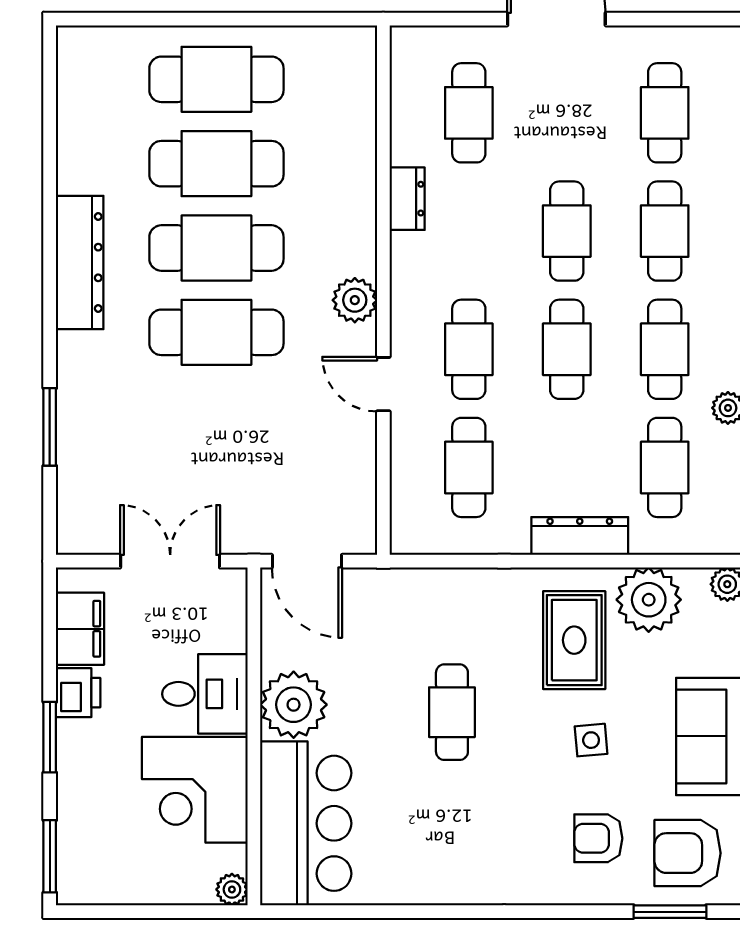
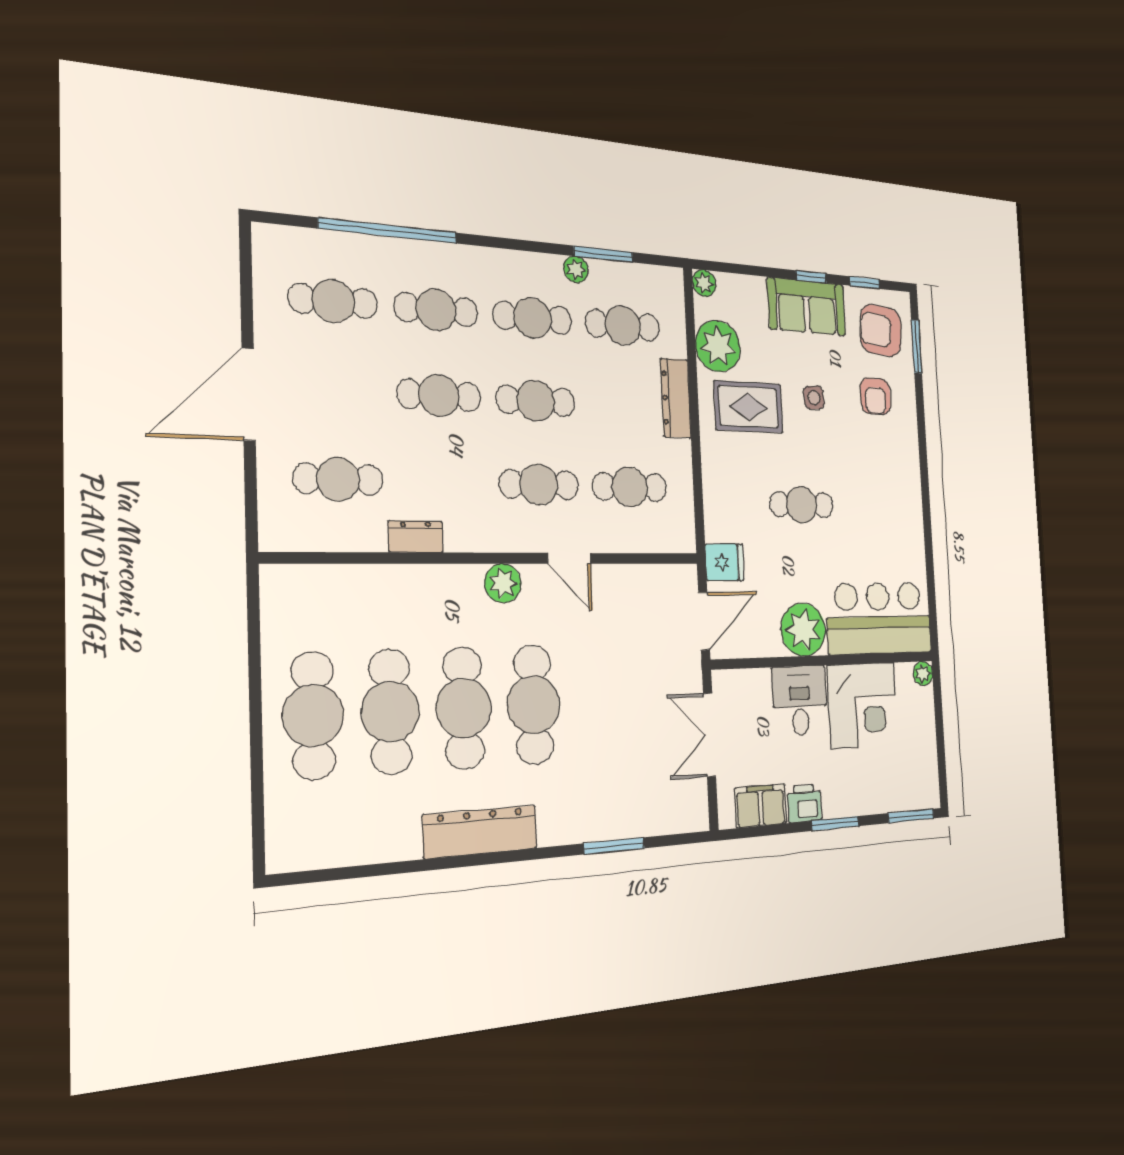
door: (383, 384) -> (569, 558), hinge flipped
fridge: (379, 594) -> (725, 562), added
armchair: (688, 853) -> (881, 330), turned 95

